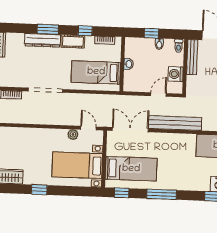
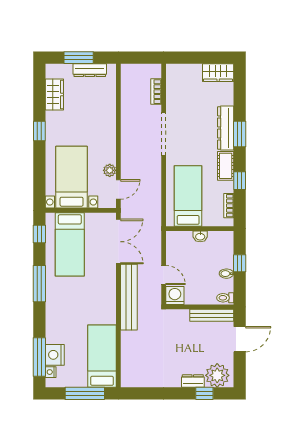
washing machine: (176, 74) -> (175, 296), moved

